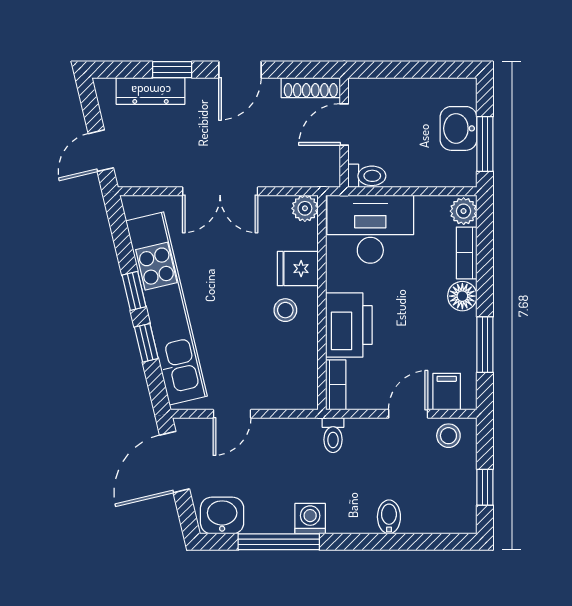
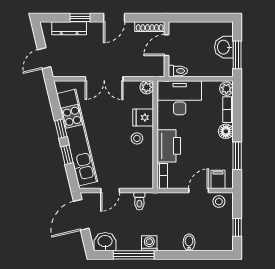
toilet: (333, 435) -> (139, 201), moved

